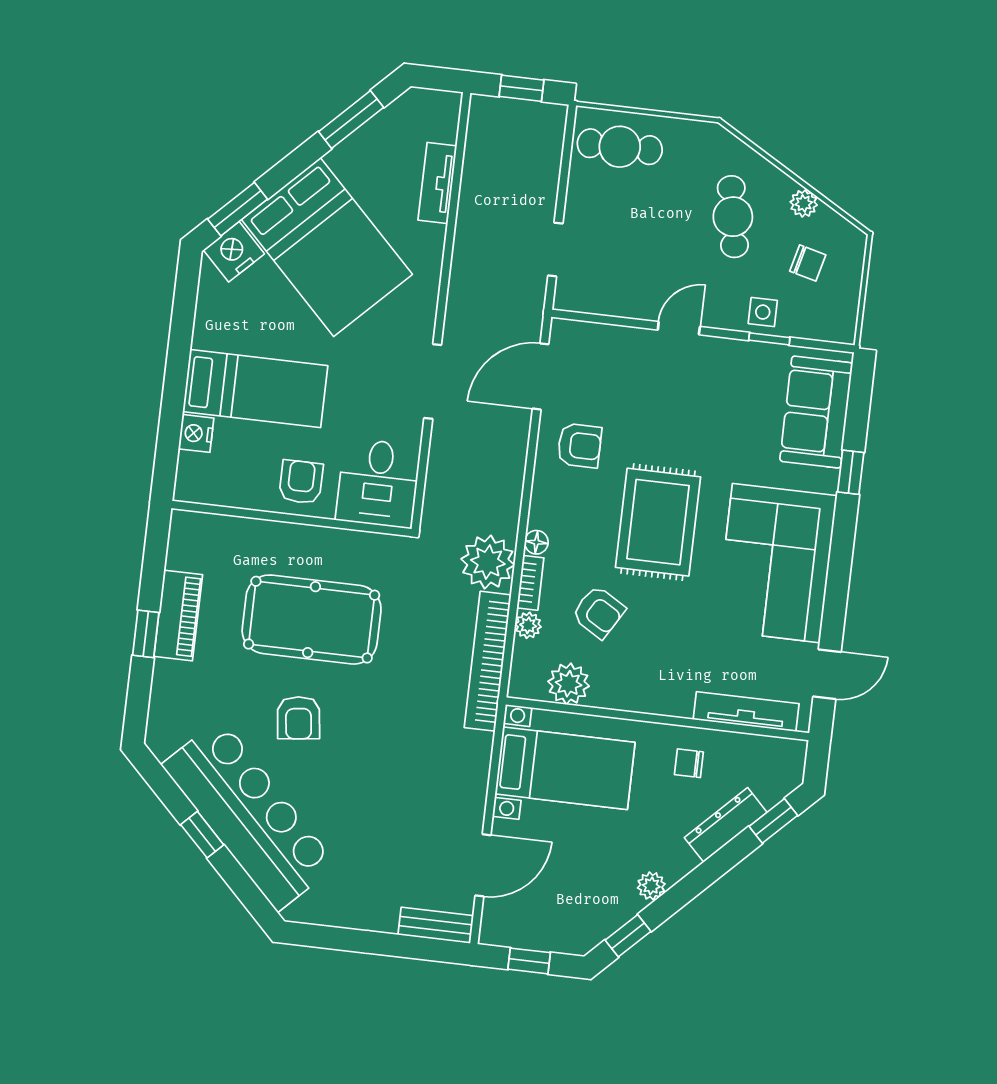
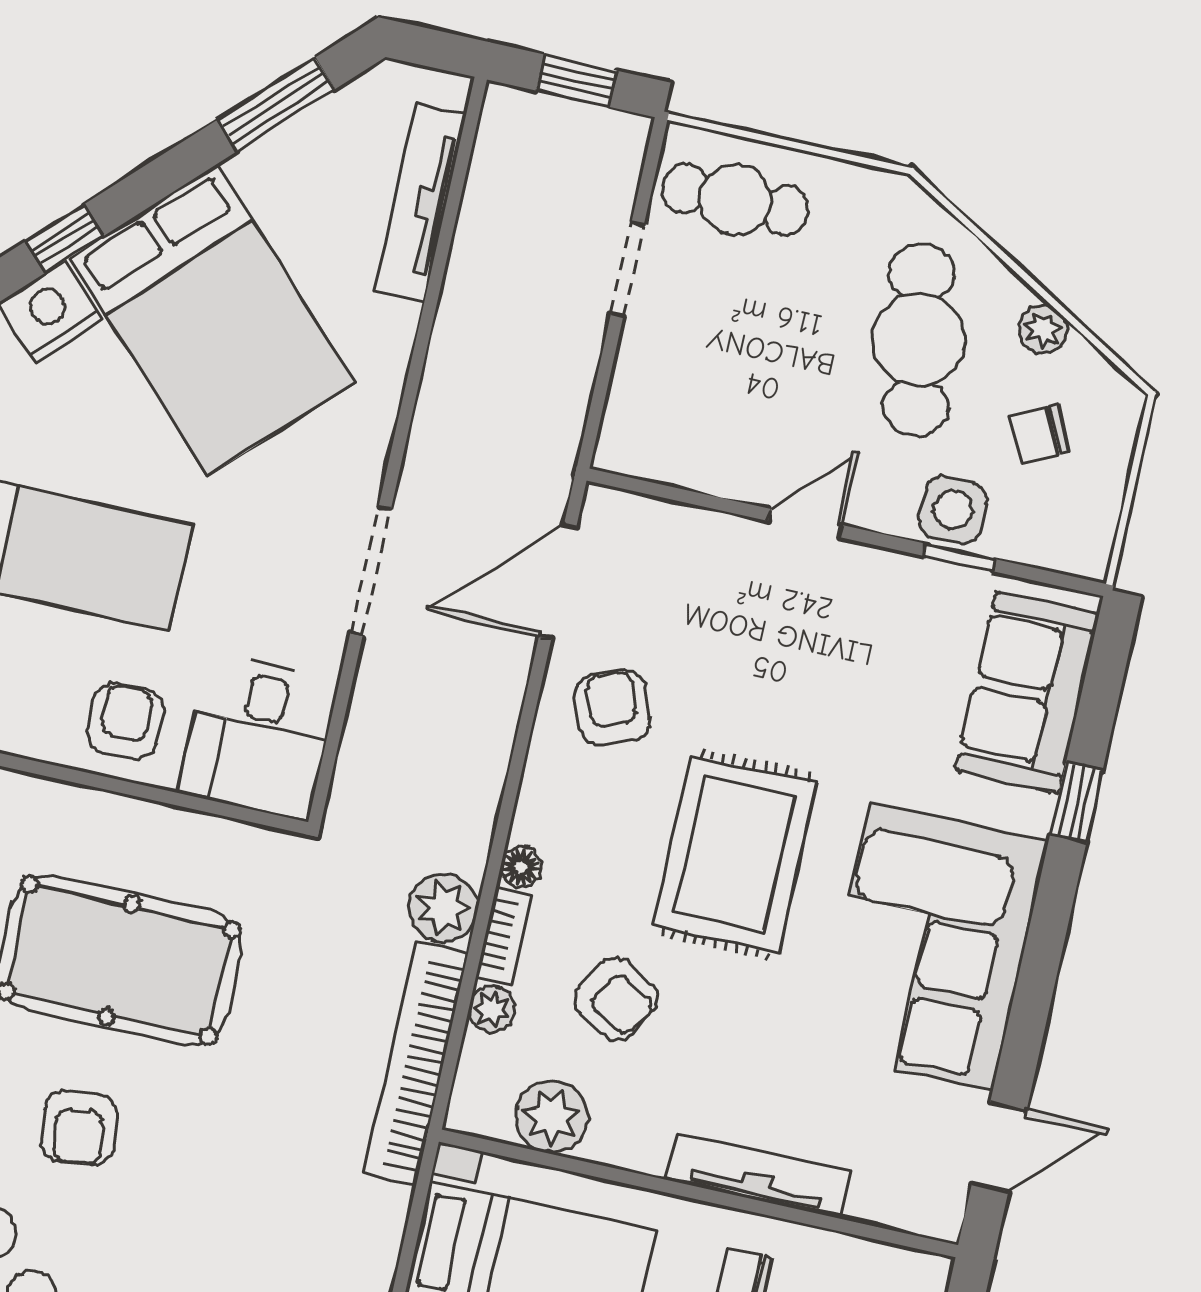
tv unit: (437, 183) -> (420, 202), width x1.41
window: (238, 209) -> (65, 239), width x0.67
cafe table: (733, 217) -> (918, 340), width x1.37, depth x1.35
doorway: (555, 250) -> (627, 269), moved
chair: (808, 263) -> (1039, 433), turned 140
side table: (763, 312) -> (953, 510), width x1.37, depth x1.37
armchair: (579, 446) -> (613, 708), turned -111
plant: (488, 562) -> (443, 907), width x0.73, depth x0.73
tv unit: (746, 712) -> (759, 1176), moved

